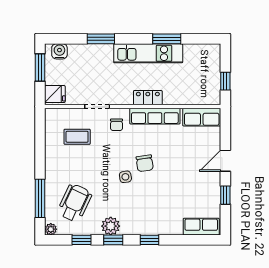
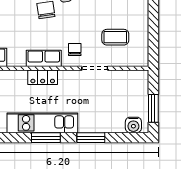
window: (167, 39) -> (46, 138), moved
fridge: (55, 94) -> (138, 81), removed
row of seats: (155, 116) -> (44, 58), width x0.68

